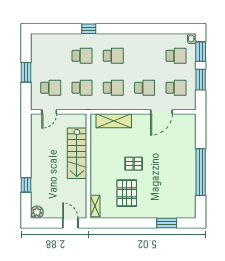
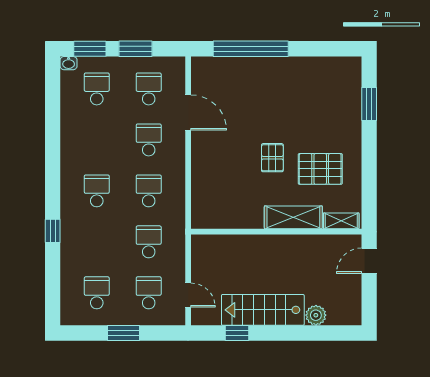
school desk: (82, 56) -> (97, 293), moved
shelving: (114, 121) -> (293, 217), moved, turned 90
stairs: (77, 153) -> (263, 310), moved, turned 180
window: (201, 172) -> (251, 49), moved
window: (26, 185) -> (237, 333), moved
plant: (37, 212) -> (316, 315), moved

